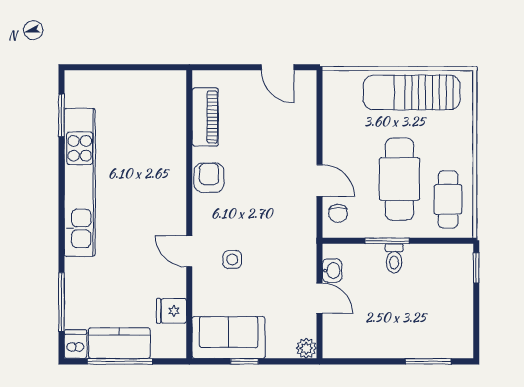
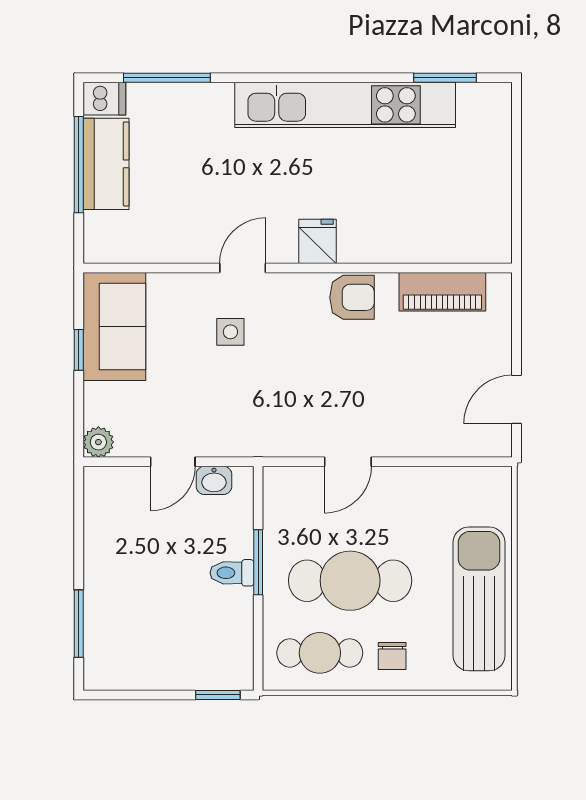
chair: (338, 213) -> (392, 656), moved, turned -90
fridge: (171, 311) -> (318, 241), moved

